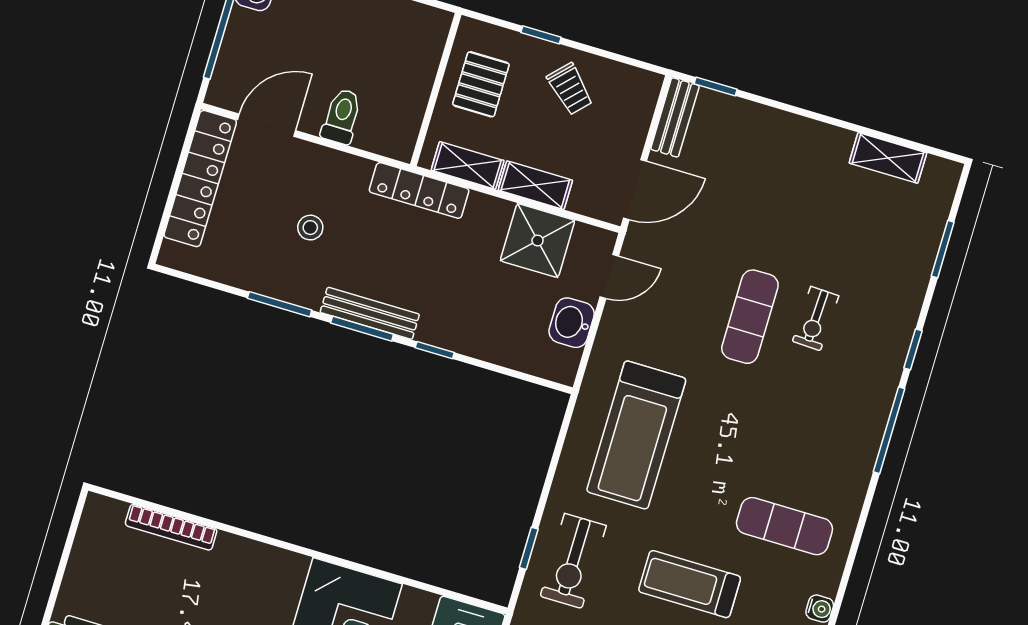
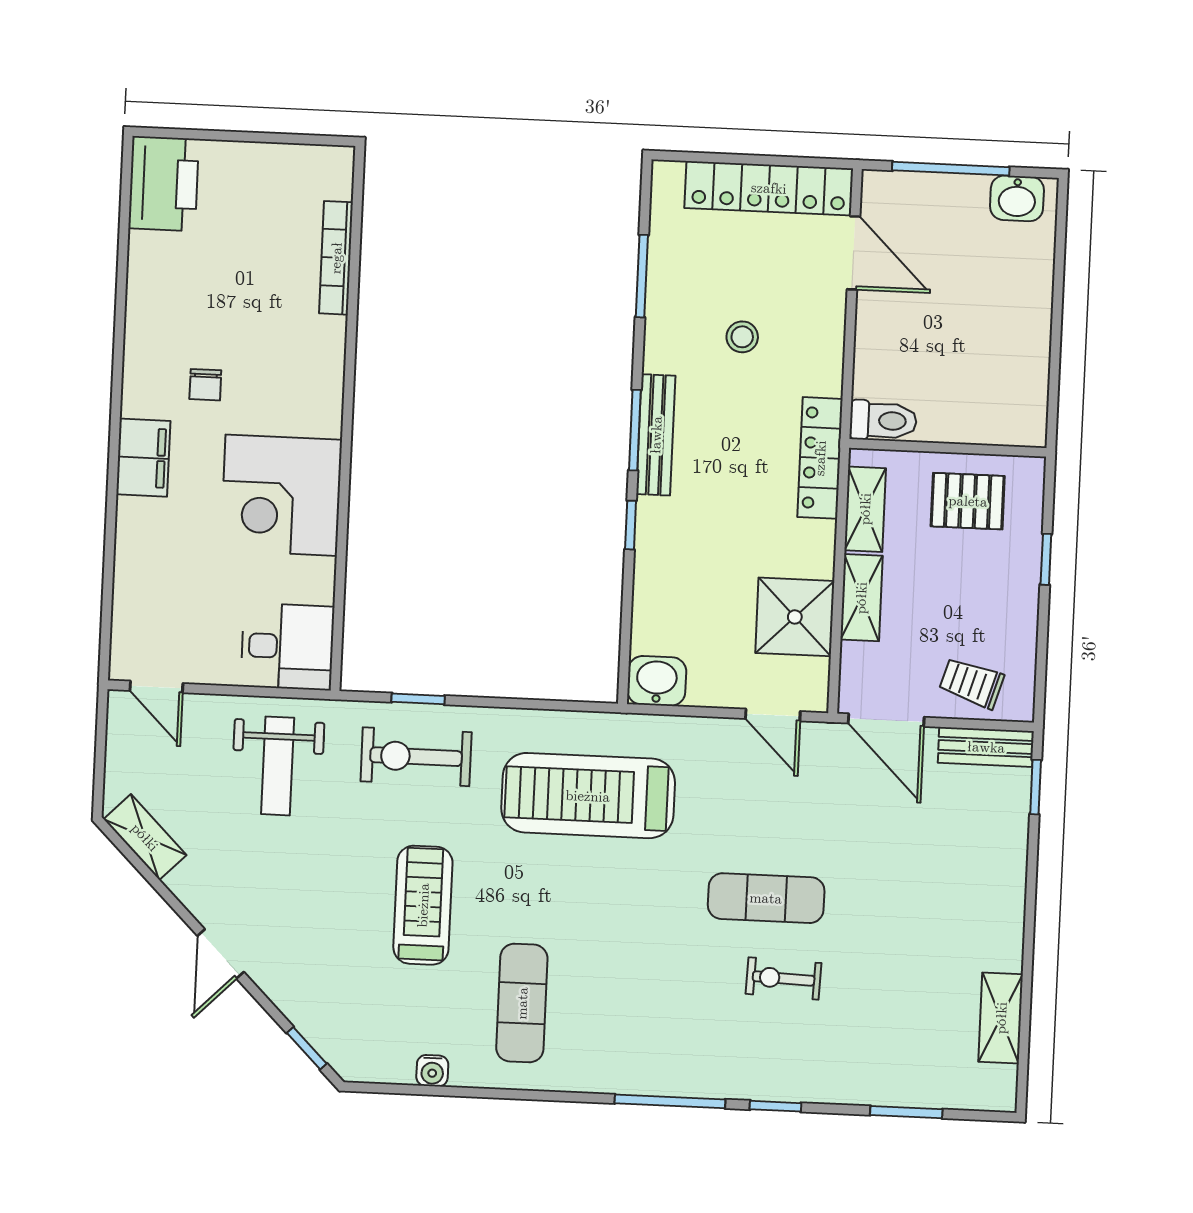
trolley: (570, 89) -> (972, 683), moved, turned 63
toilet: (342, 116) -> (883, 421), moved
window: (280, 304) -> (642, 276), moved
washbasin: (572, 323) -> (657, 681), moved

